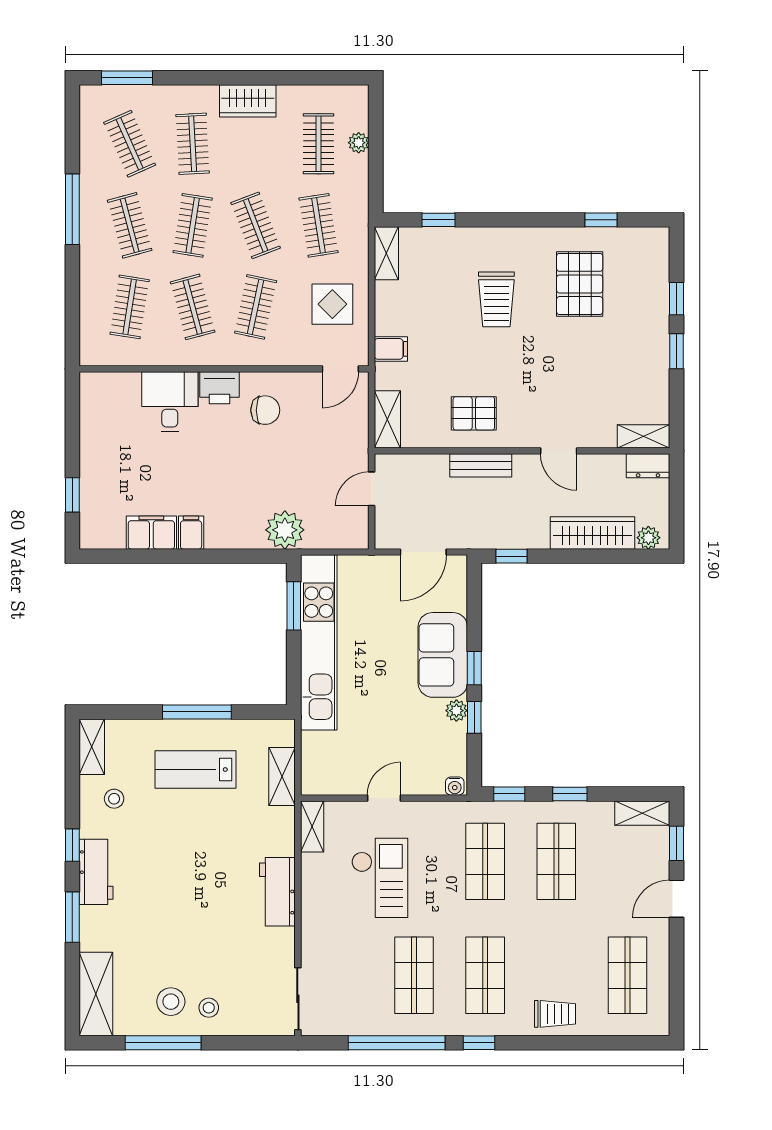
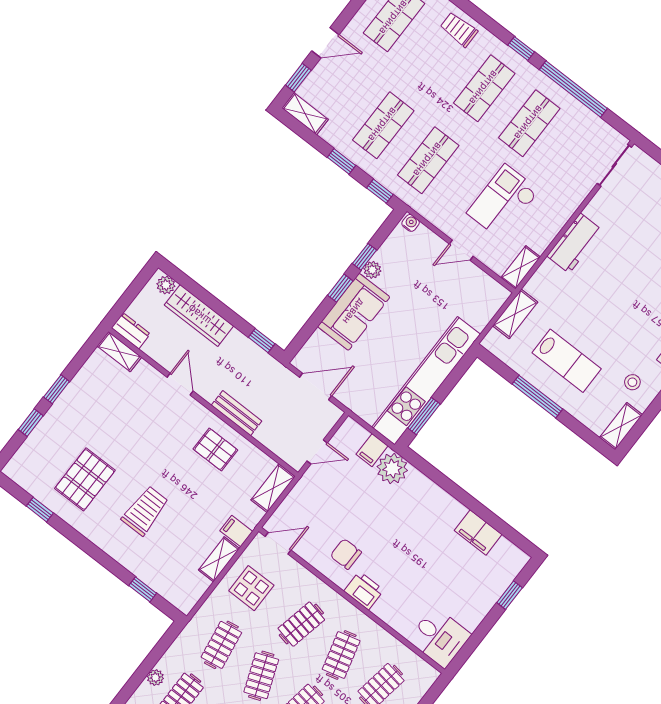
shelving: (386, 253) -> (219, 559), moved
desk: (170, 402) -> (439, 637), moved, turned -90
filing cabinet: (191, 533) -> (372, 450), moved

